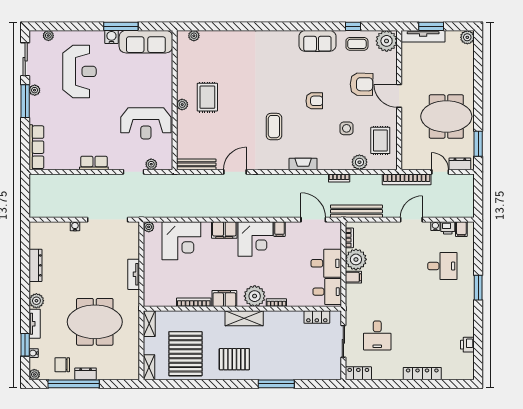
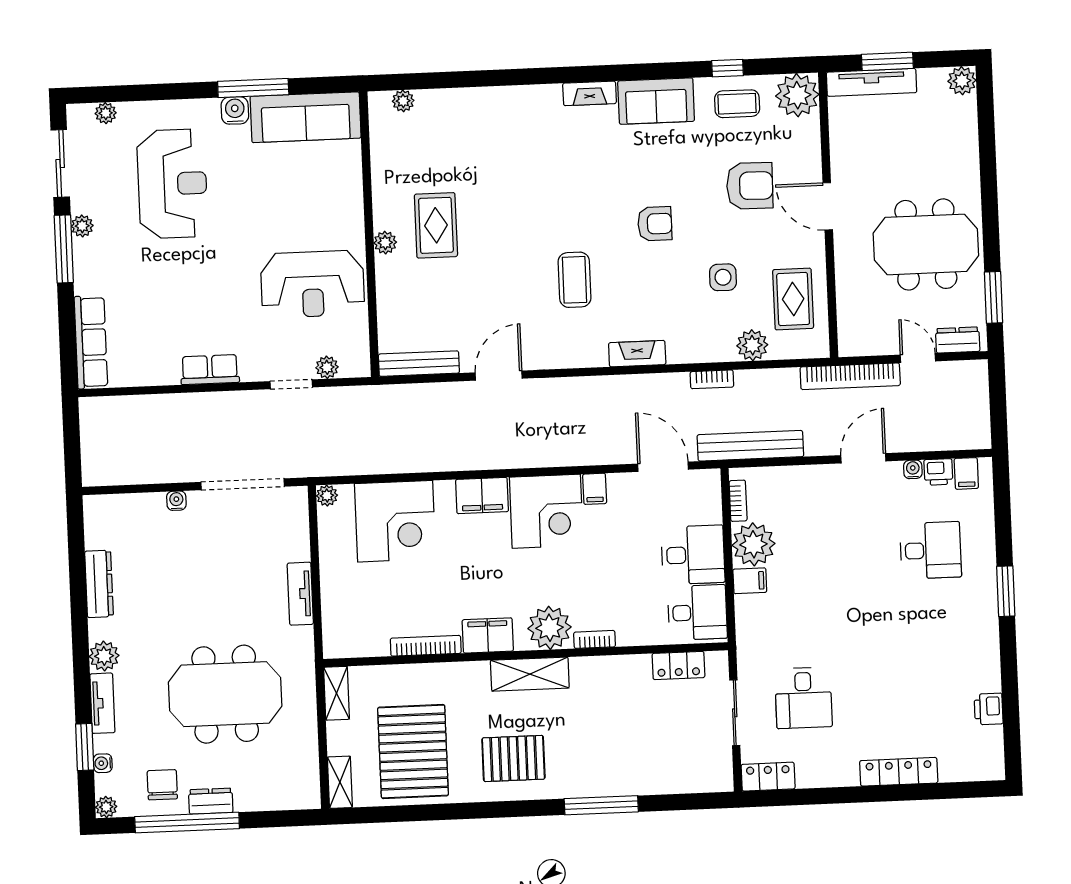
fireplace: (285, 36) -> (590, 93), added
chair: (62, 365) -> (162, 785), turned 90

